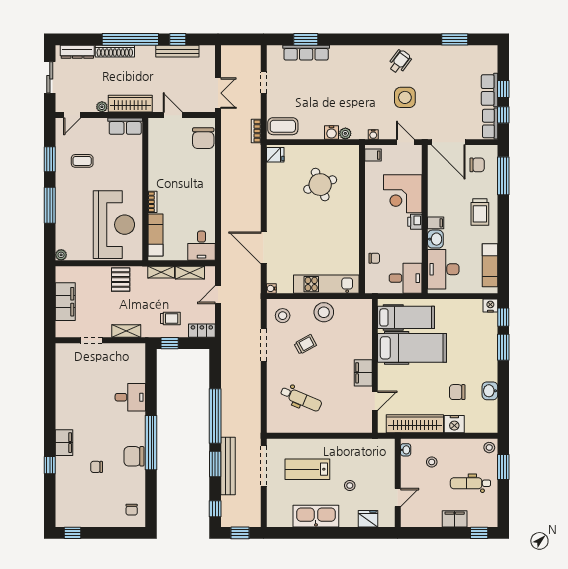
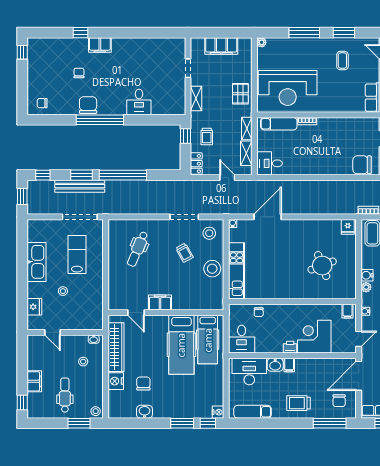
pallet: (121, 280) -> (240, 94), turned 90

